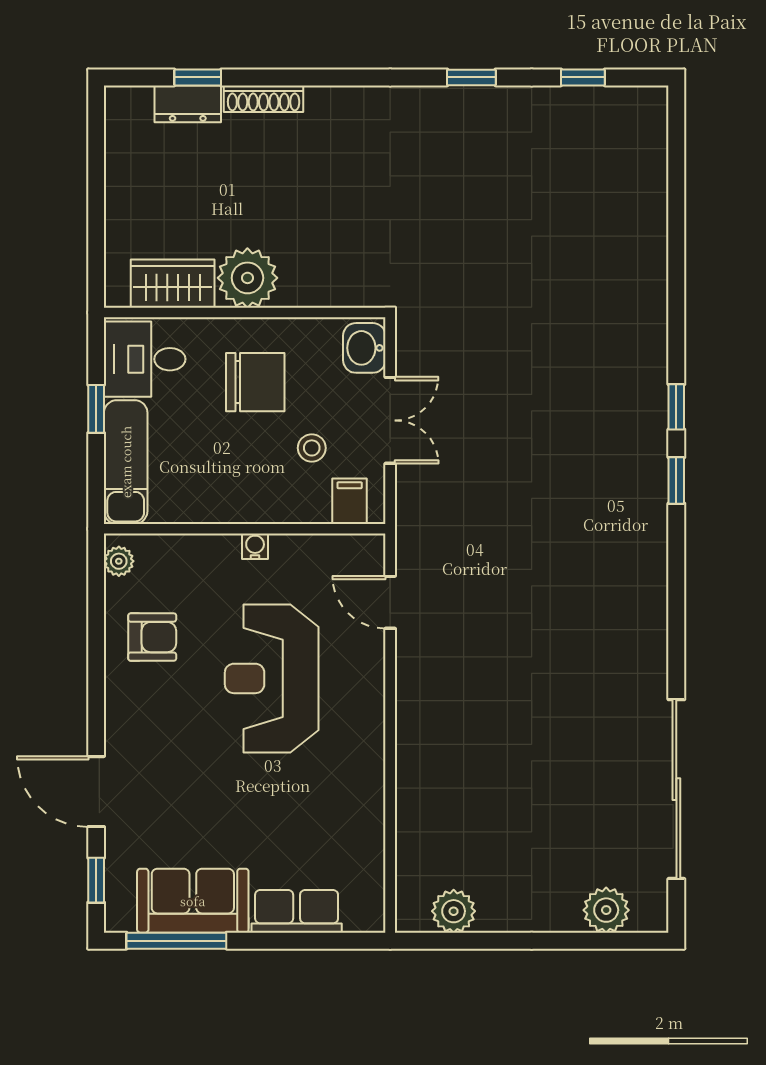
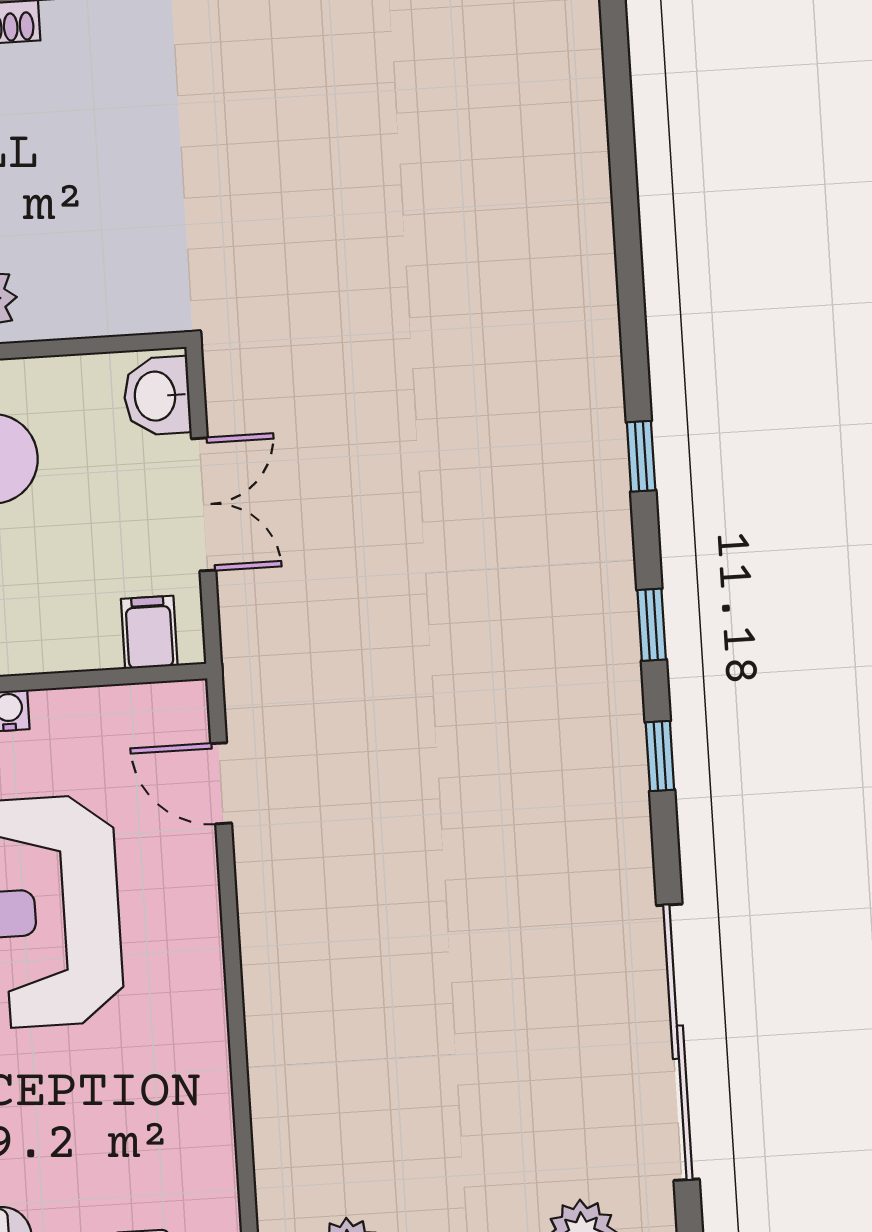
stool: (312, 448) -> (86, 554), removed
window: (676, 480) -> (652, 625), moved
window: (676, 602) -> (660, 756), added

